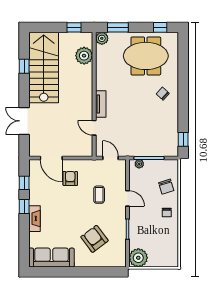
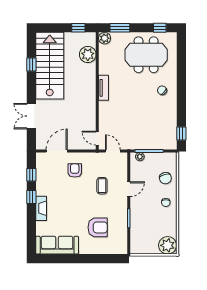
tv unit: (101, 104) -> (103, 88), moved
door: (94, 128) -> (97, 138), moved
door: (51, 158) -> (57, 151), swing flipped
door: (127, 198) -> (129, 189), hinge flipped
armchair: (94, 239) -> (98, 227), turned 127
plant: (138, 258) -> (168, 245), moved

